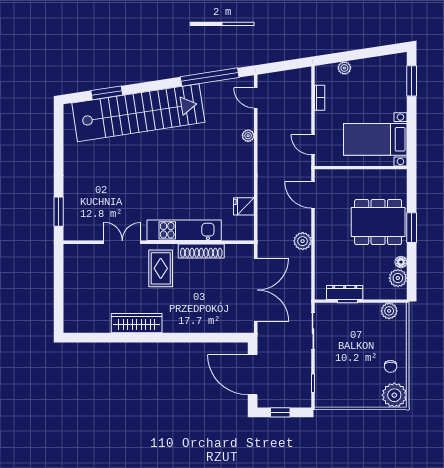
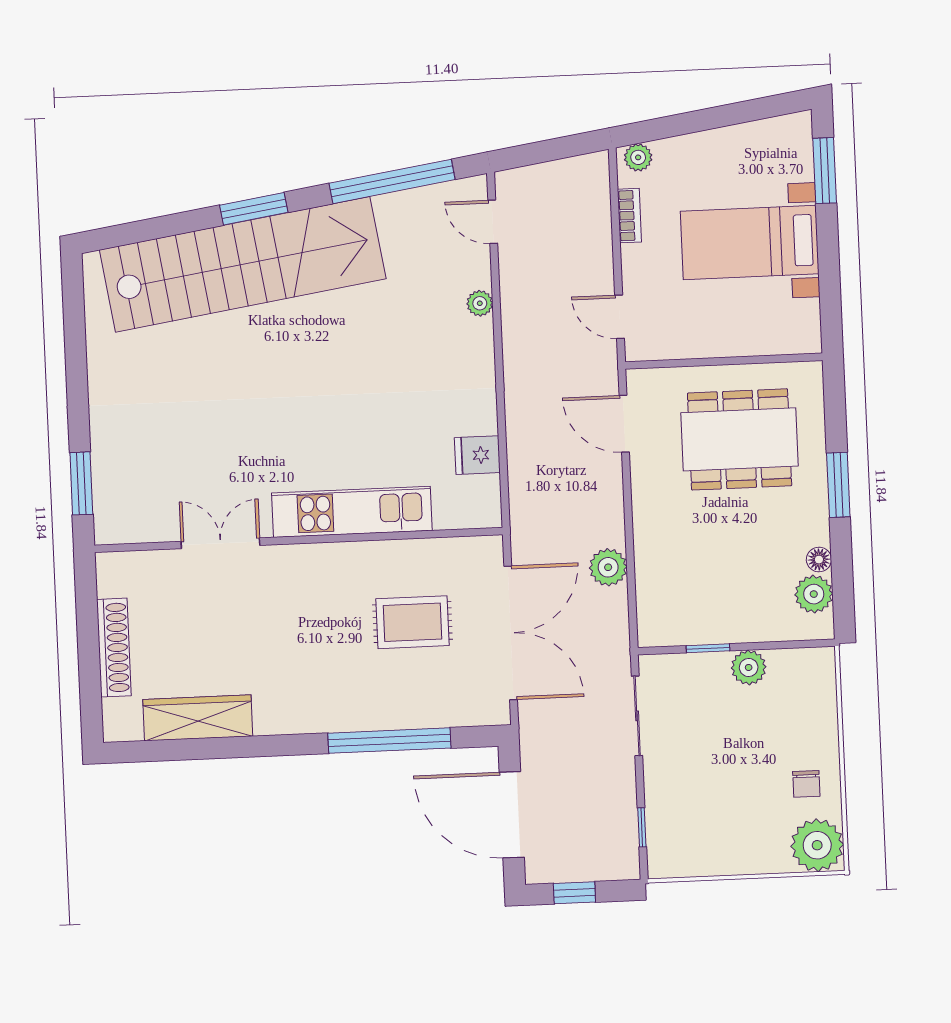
plant: (344, 68) -> (638, 157), moved
window: (107, 93) -> (254, 209), moved
bed with nightstands: (375, 139) -> (750, 243), moved
dining table: (378, 222) -> (740, 439), moved
plant: (303, 241) -> (608, 567), moved
shoe rack: (201, 251) -> (114, 648), moved, turned -90
rug: (161, 268) -> (412, 622), moved, turned 90
dresser: (345, 292) -> (701, 630), removed
plant: (389, 311) -> (749, 667), moved
wardrobe: (137, 323) -> (198, 718), moved
window: (197, 338) -> (389, 741), added

